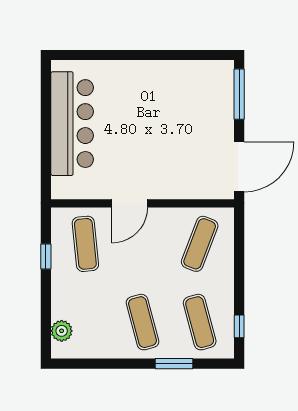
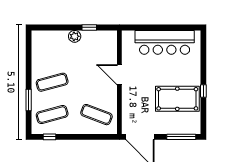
window: (158, 55) -> (203, 91), added
pool table: (172, 101) -> (177, 99), added
exercise mat: (85, 244) -> (96, 50), removed
plant: (62, 331) -> (75, 36), moved

